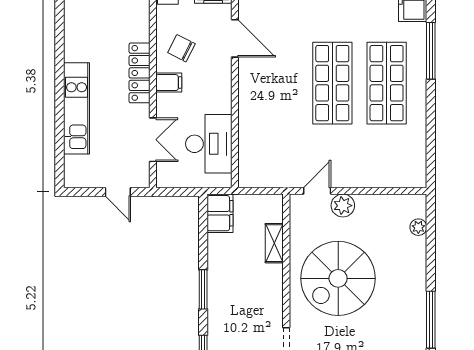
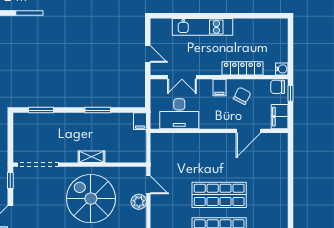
locker: (140, 73) -> (242, 68), moved
door: (118, 192) -> (148, 54), swing flipped
filing cabinet: (220, 213) -> (140, 121), width x0.50
shelving: (274, 243) -> (91, 157), moved
window: (203, 289) -> (98, 110), moved

